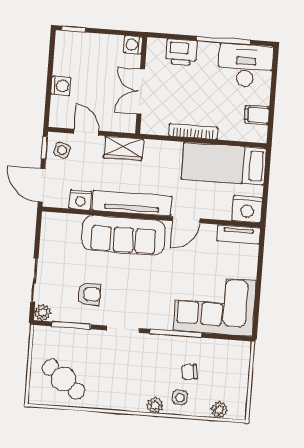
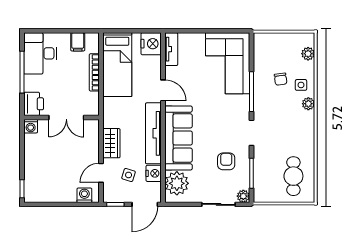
washing machine: (133, 45) -> (31, 126), moved
wall: (141, 85) -> (61, 118), moved
washing machine: (61, 86) -> (84, 195), moved
double door: (141, 91) -> (66, 118), moved
bookcase: (193, 132) -> (94, 72), moved
side table: (62, 150) -> (129, 175), moved
plant: (66, 229) -> (177, 183), added
cafe table: (63, 379) -> (293, 176), turned -38

